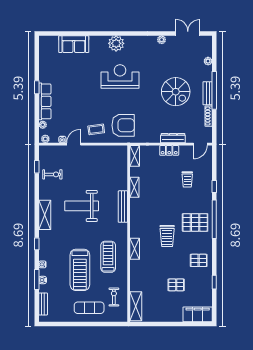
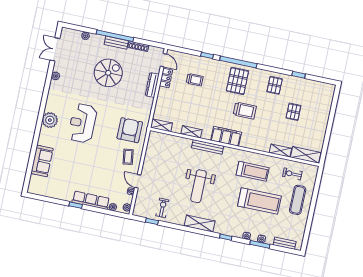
locker: (169, 150) -> (166, 78), moved
shelving: (135, 249) -> (280, 151), moved
treadmill: (108, 257) -> (253, 171), turned 180
filing cabinet: (198, 314) -> (226, 136), moved, turned 90

